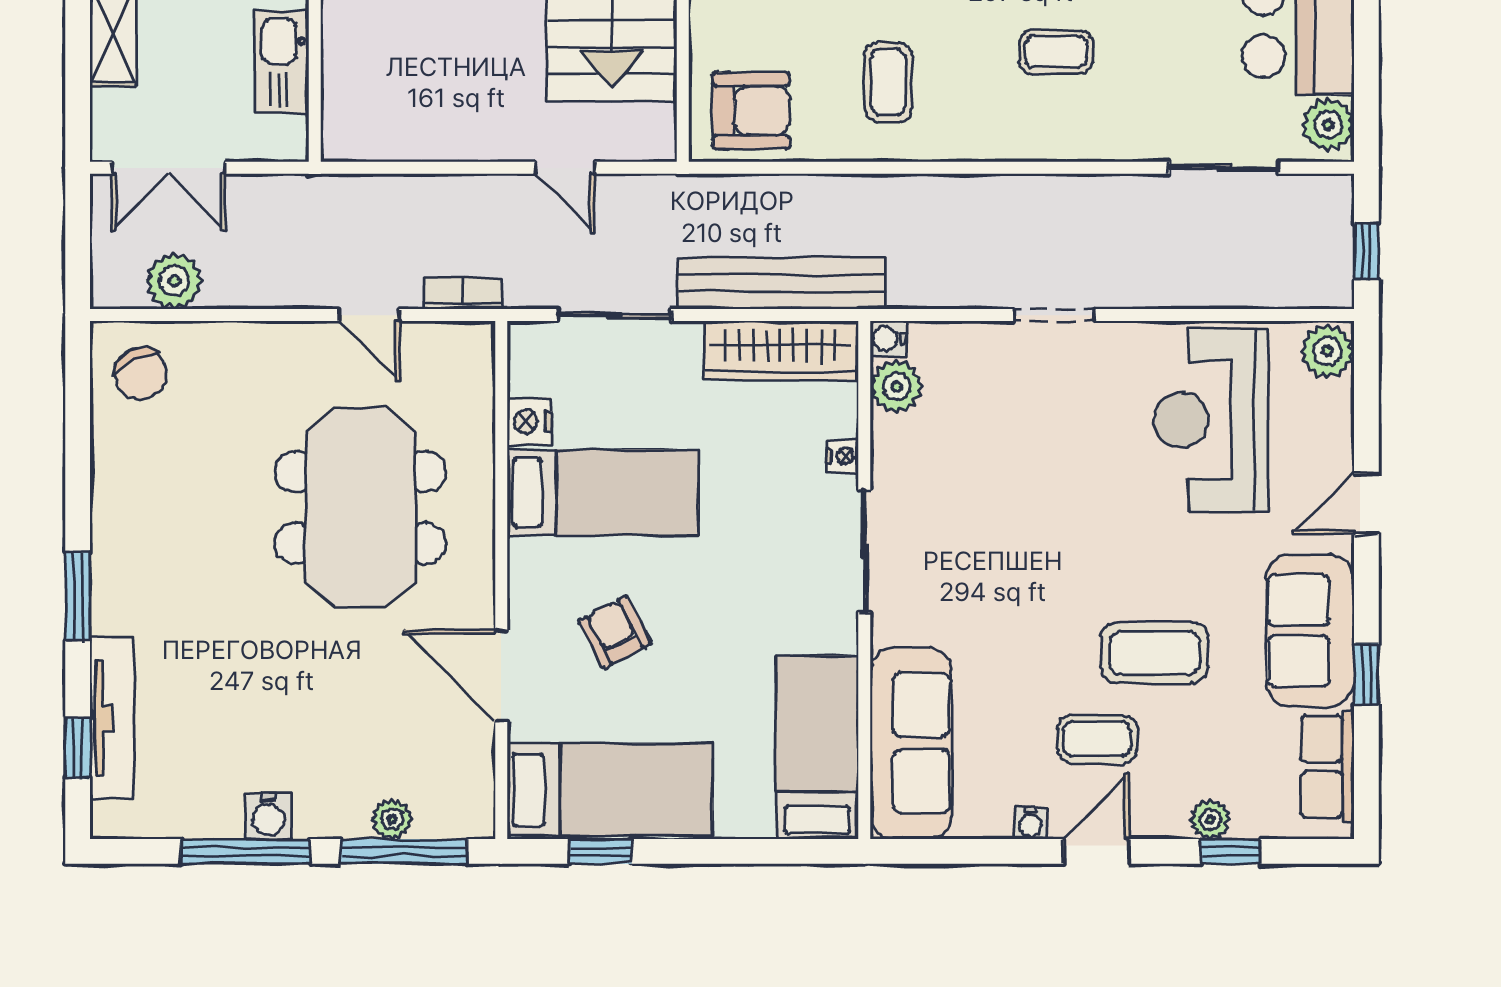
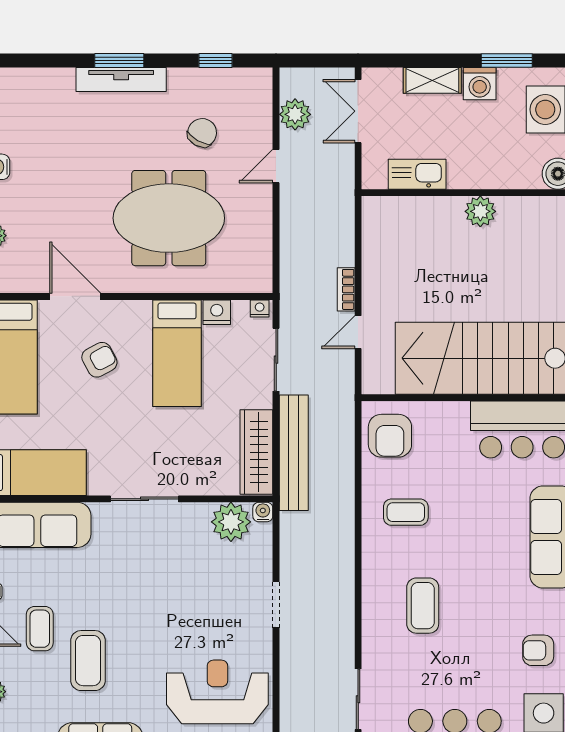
coffee table: (1056, 52) -> (423, 606), width x1.36, depth x1.30
bookcase: (463, 294) -> (346, 289), moved, turned 180
door: (369, 315) -> (276, 166), moved
chair: (141, 374) -> (202, 133), moved, turned 145
plant: (896, 386) -> (231, 522), width x1.36, depth x1.36
nightstand: (843, 456) -> (260, 308), moved, turned 180
door: (501, 676) -> (75, 296), hinge flipped
tv unit: (112, 718) -> (121, 80), moved
window: (78, 748) -> (216, 60), moved

